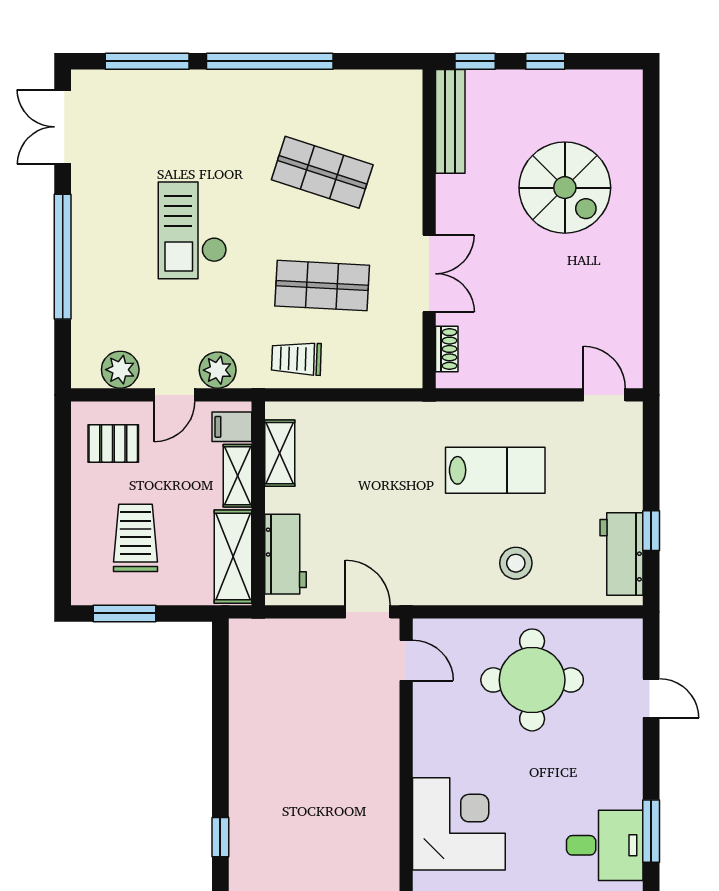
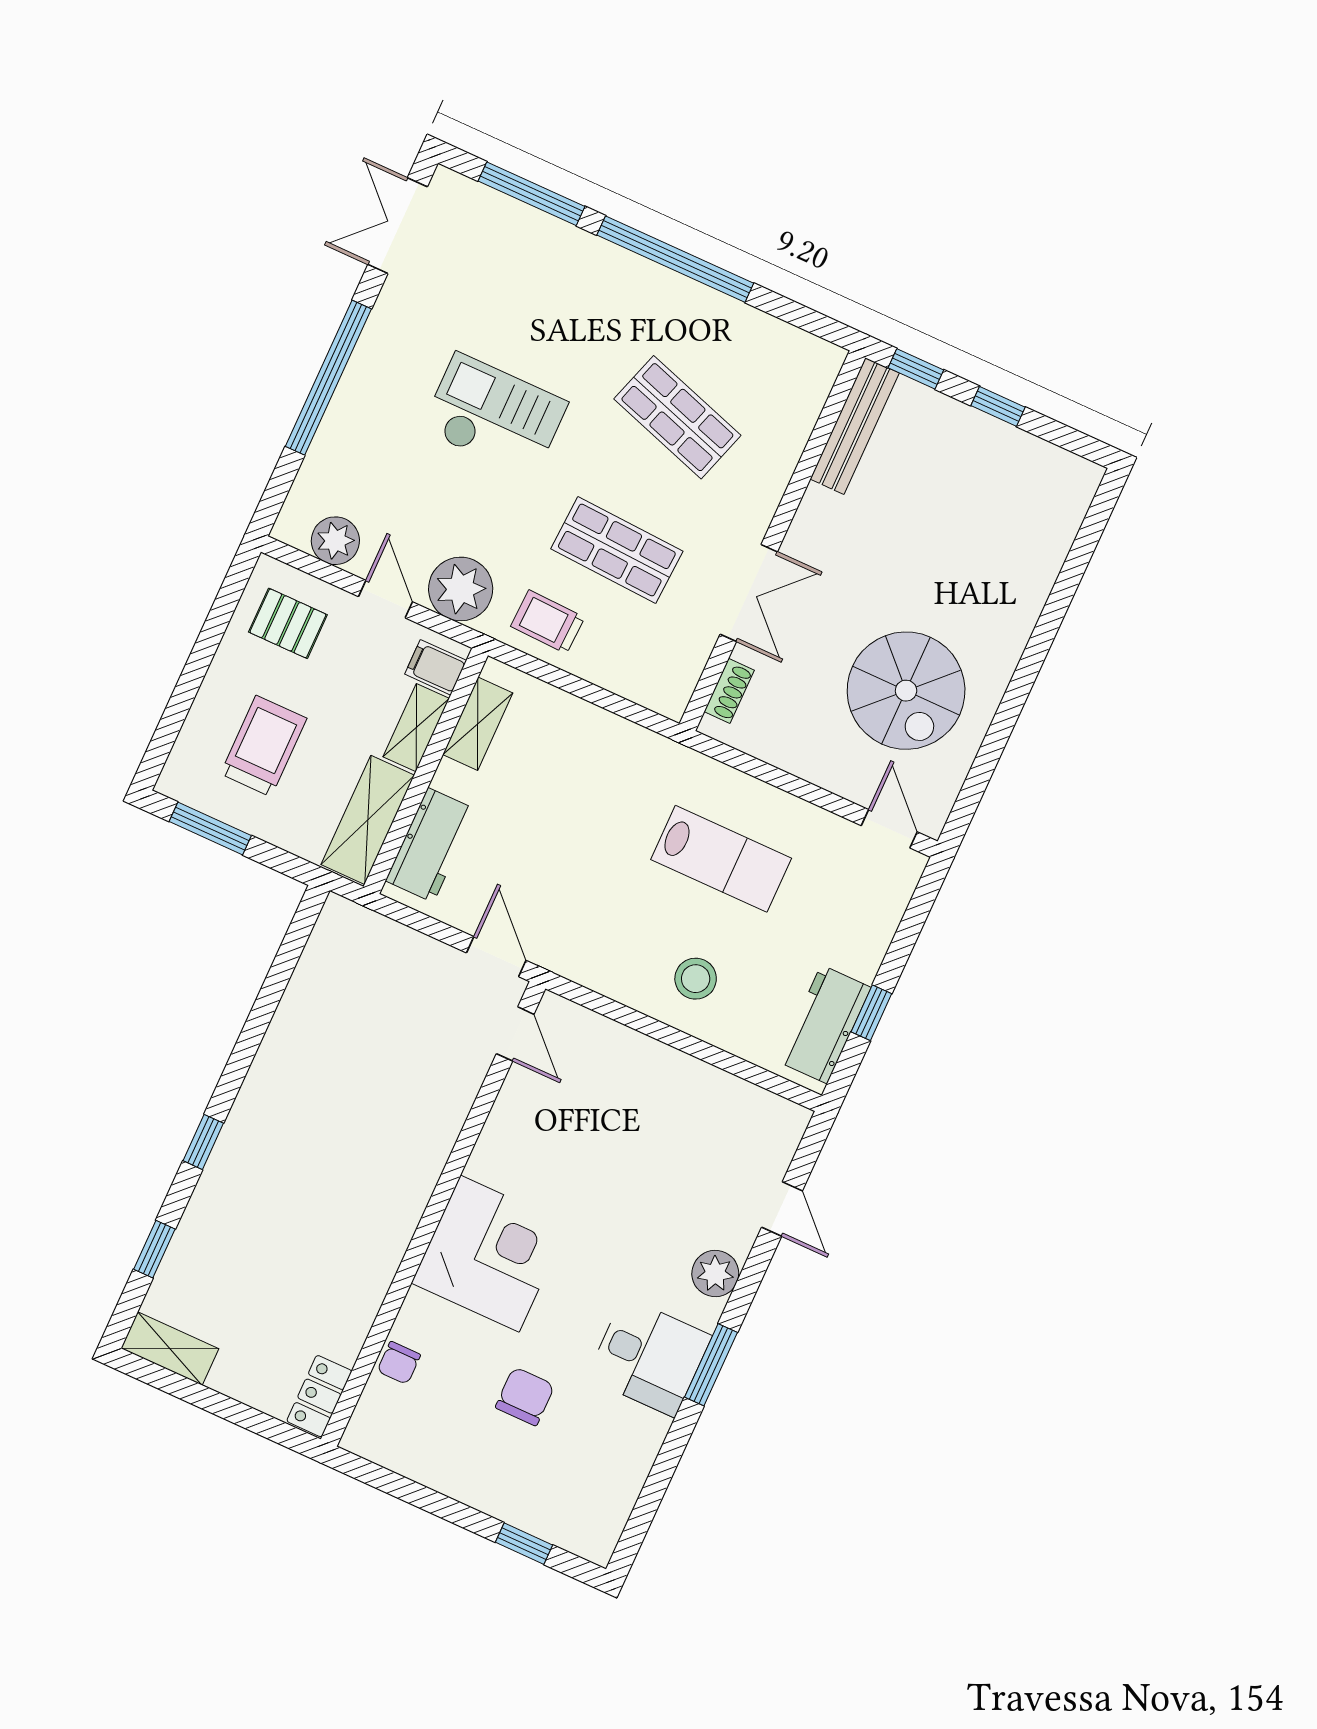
spiral stairs: (565, 188) -> (906, 691), moved
checkout: (192, 230) -> (494, 416), turned 90
plant: (218, 370) -> (461, 589), width x1.36, depth x1.36
door: (174, 395) -> (385, 599), swing flipped
round table: (532, 680) -> (652, 1124), removed
plant: (625, 765) -> (715, 1274), added

